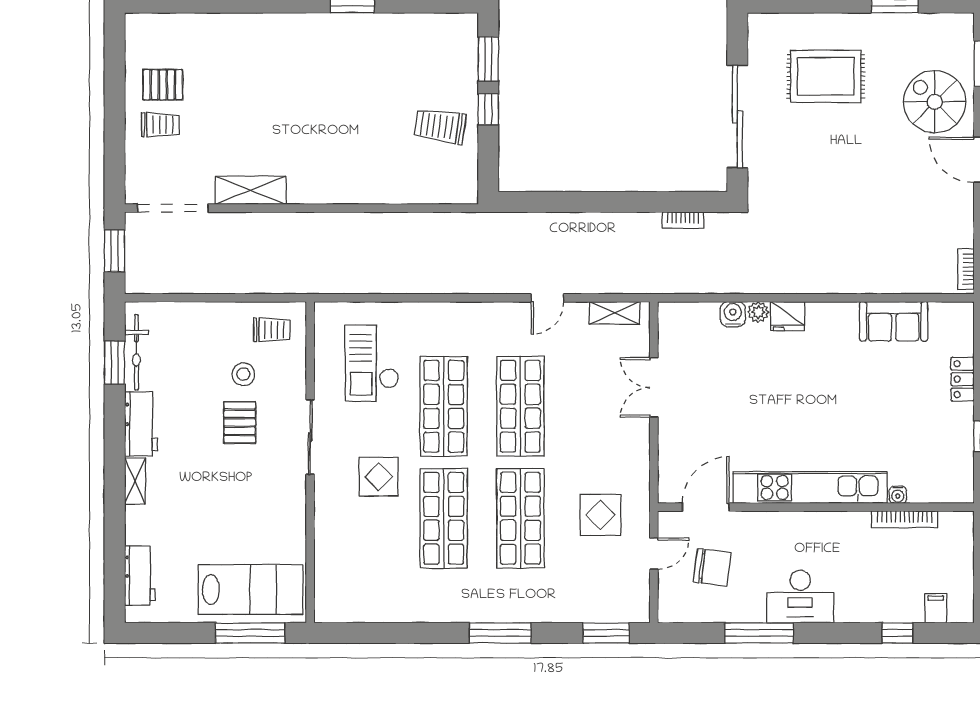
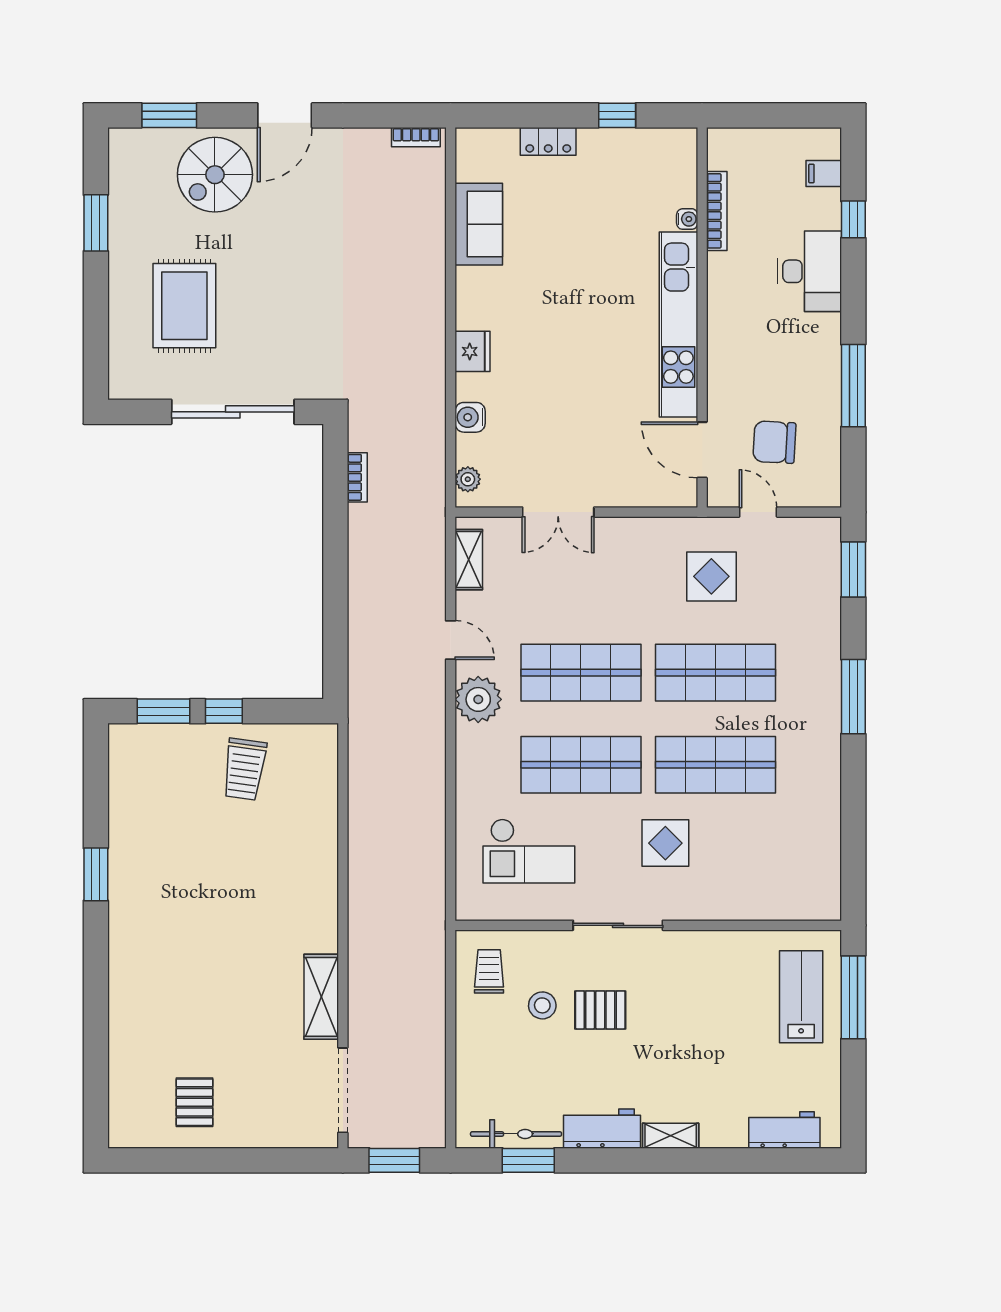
trolley: (160, 125) -> (243, 1105), removed
plant: (758, 312) -> (468, 479), moved
plant: (498, 321) -> (478, 699), added
chair: (712, 567) -> (774, 442), turned -94
lab bench: (251, 590) -> (801, 997), width x0.73, depth x0.72
desk: (800, 597) -> (810, 271), moved

